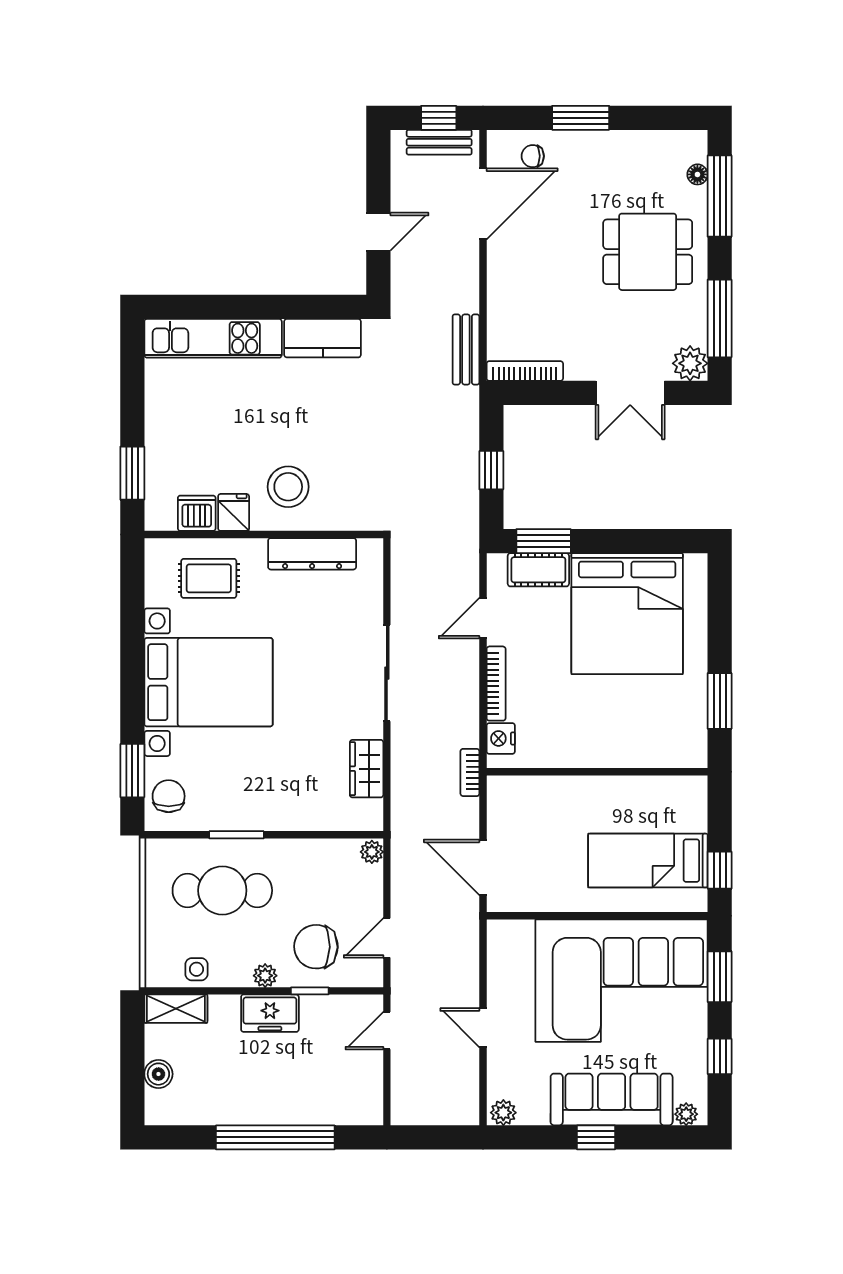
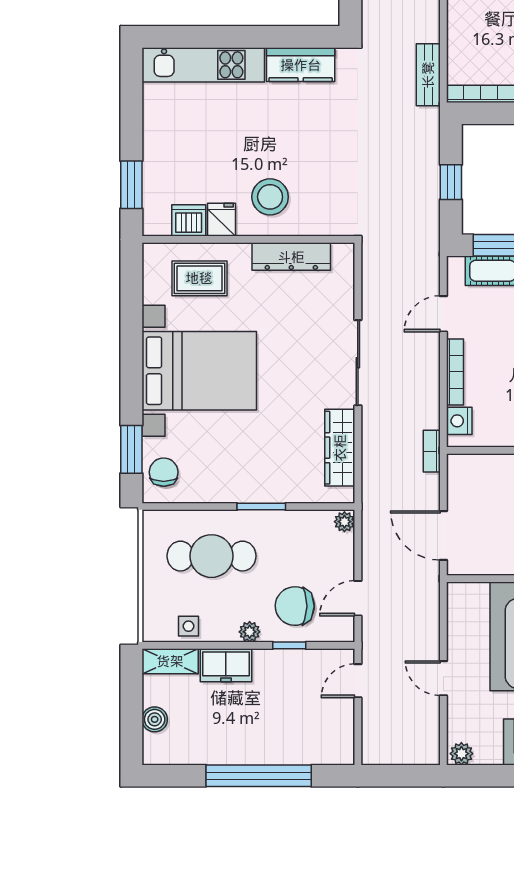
wardrobe: (367, 769) -> (340, 448), width x1.50
window: (236, 835) -> (261, 506), moved
freezer: (270, 1013) -> (226, 665), moved

